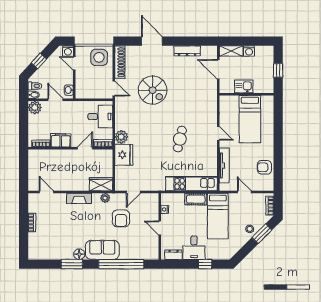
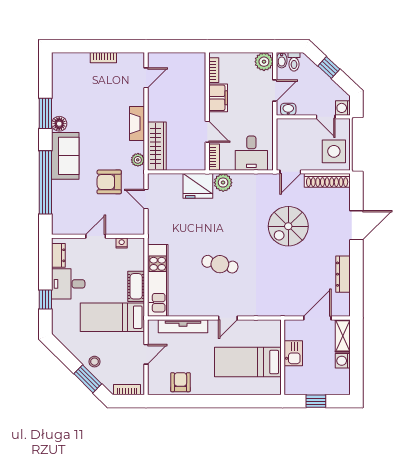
door: (74, 63) -> (326, 117), swing flipped
wardrobe: (101, 184) -> (157, 146), width x1.50

